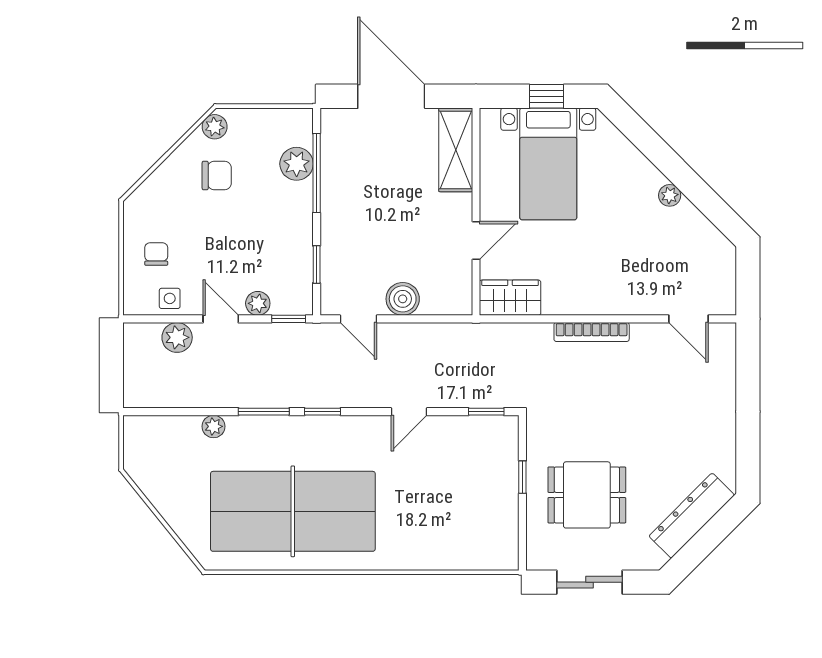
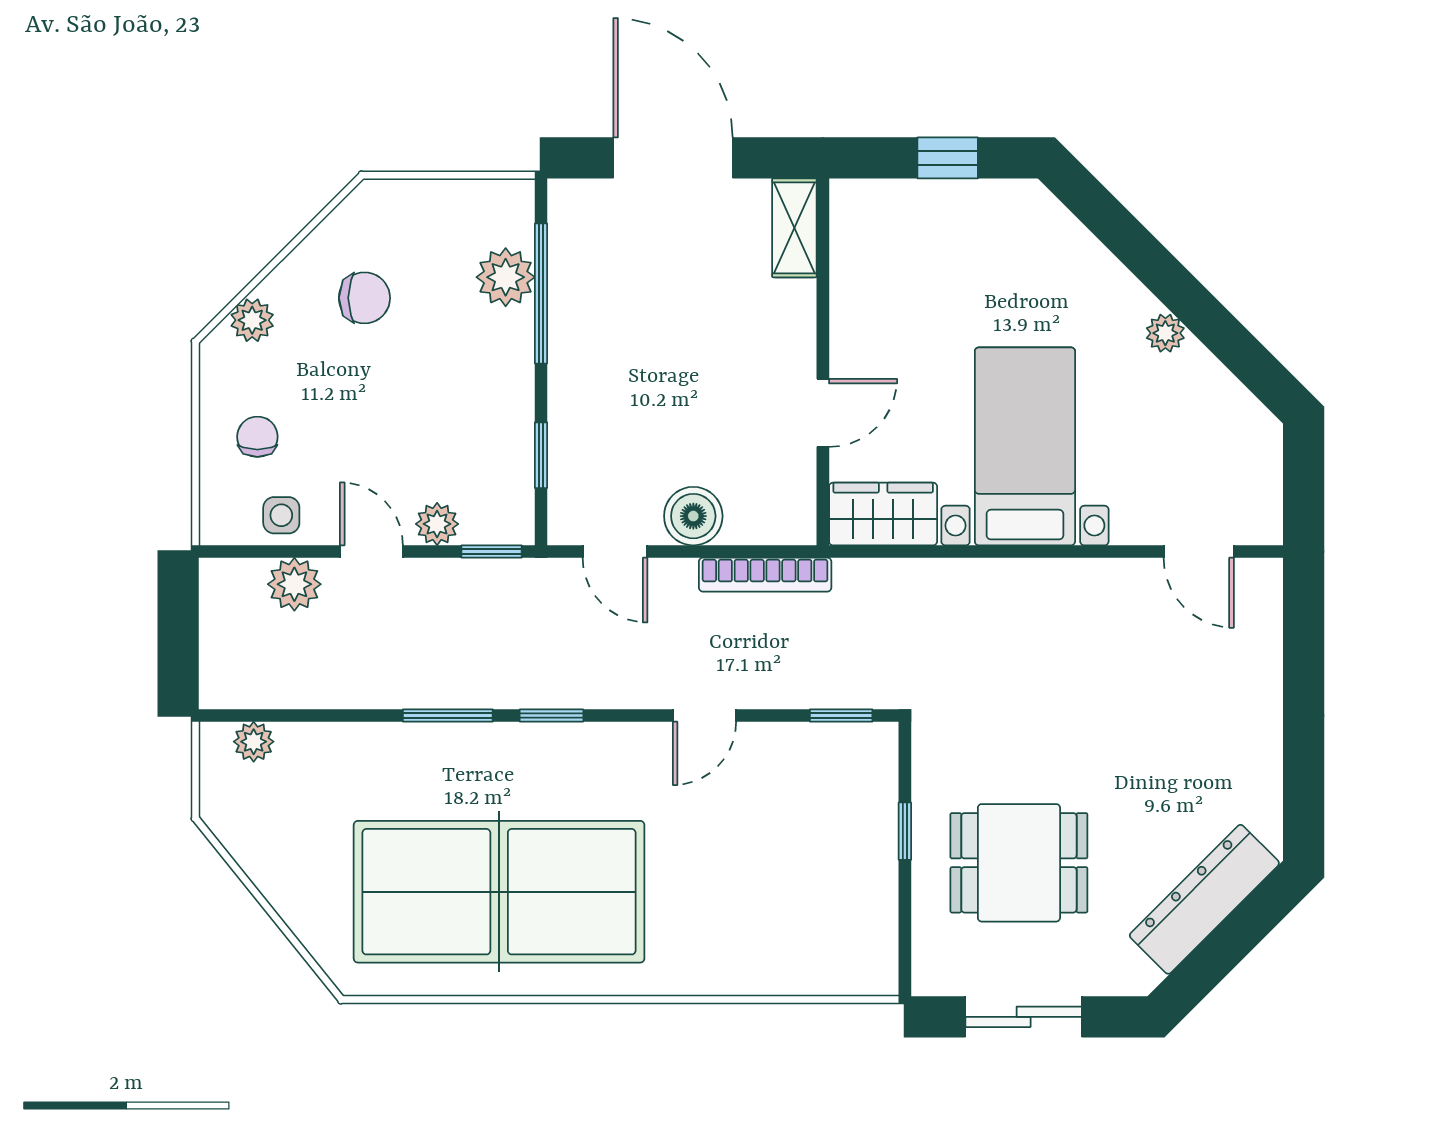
plant: (215, 127) -> (252, 320), moved
shelving: (456, 150) -> (794, 228), width x0.67, depth x0.75
bed with nightstands: (548, 164) -> (1025, 446), moved, turned 180
bookcase: (592, 332) -> (765, 575), moved
plant: (214, 426) -> (254, 742), moved

